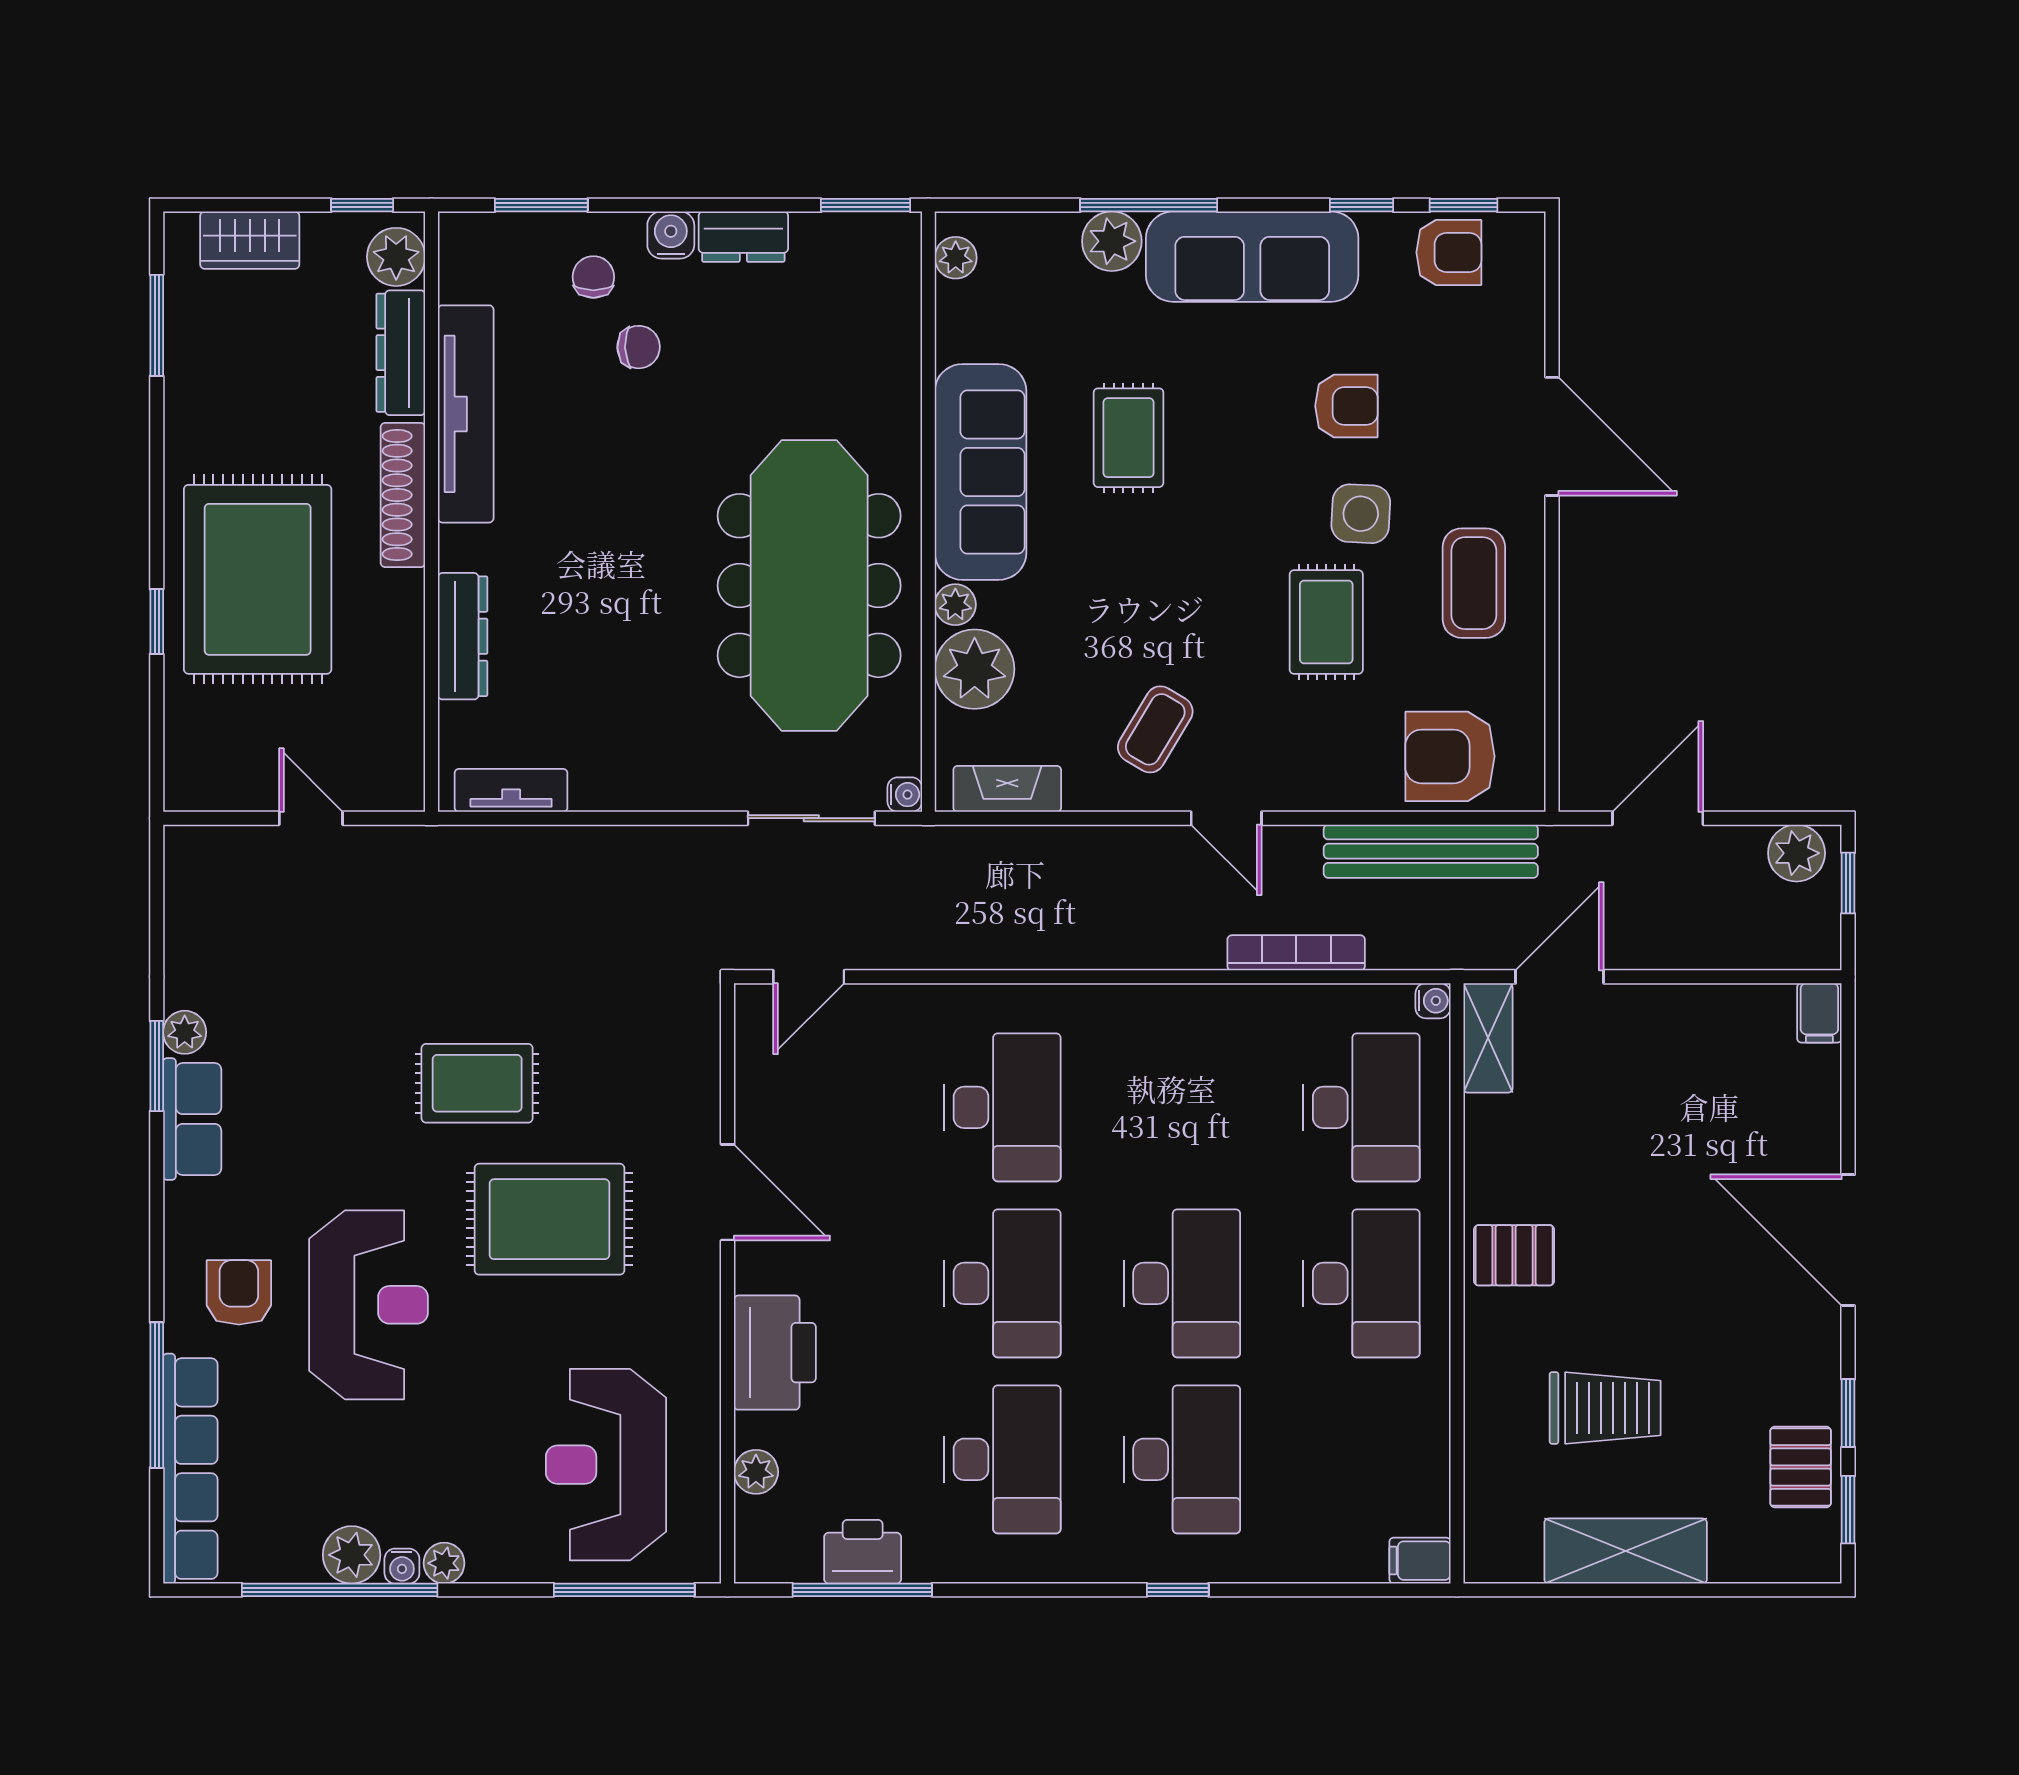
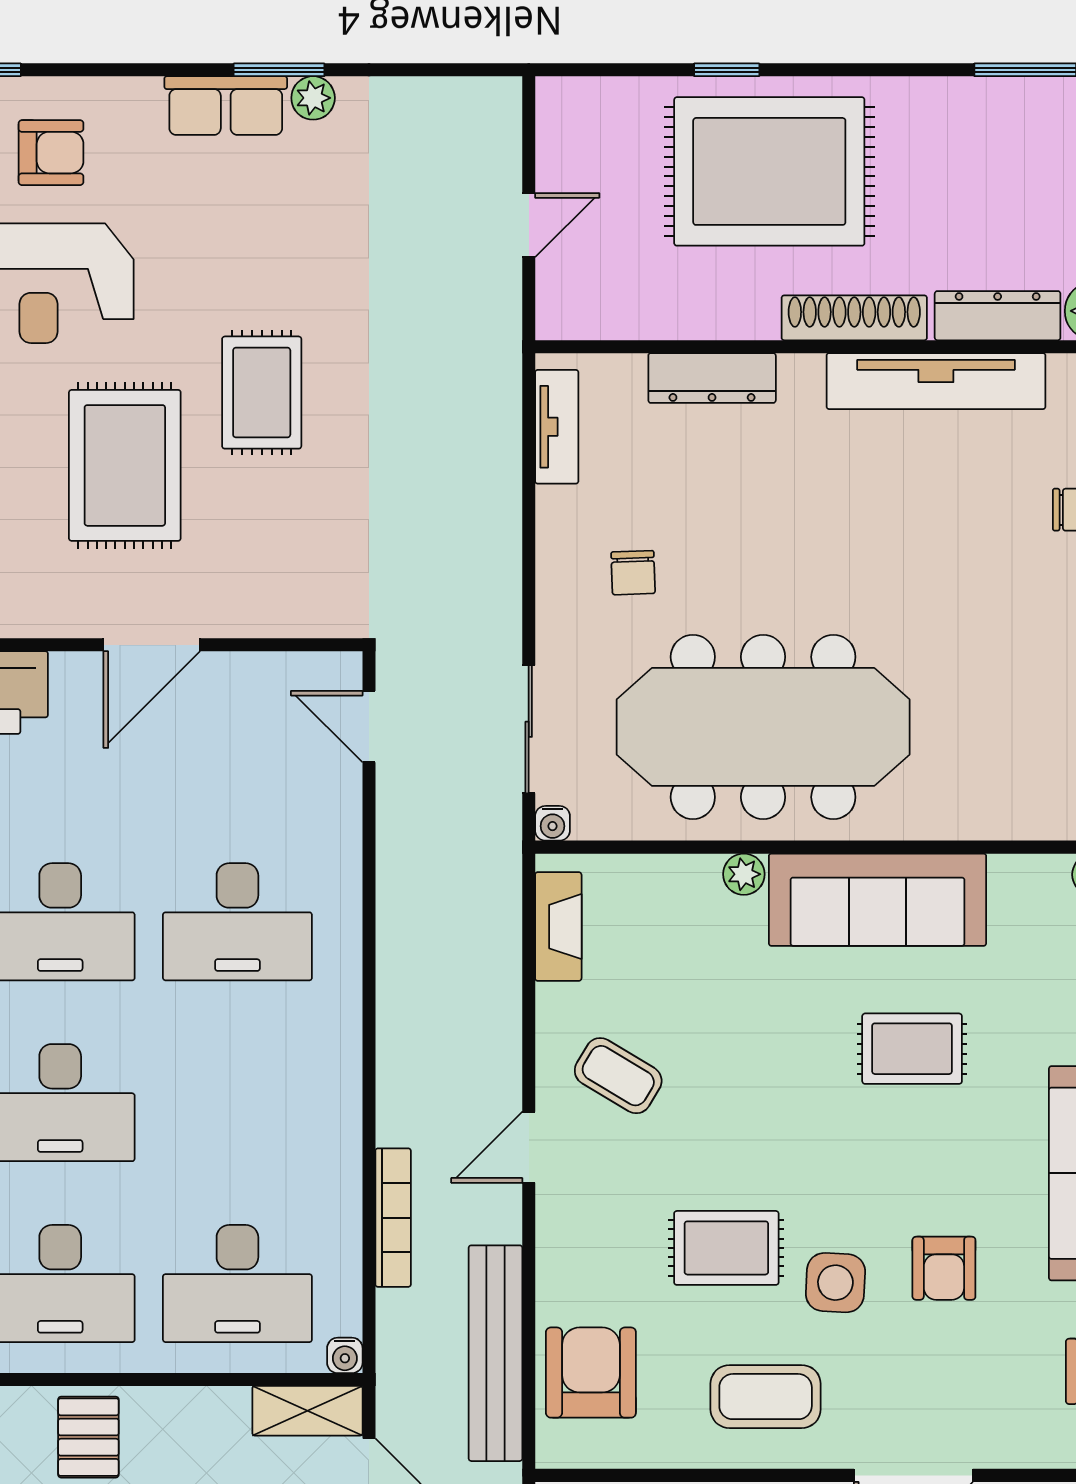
chair: (639, 347) -> (633, 573), moved
plant: (975, 669) -> (679, 894), removed

